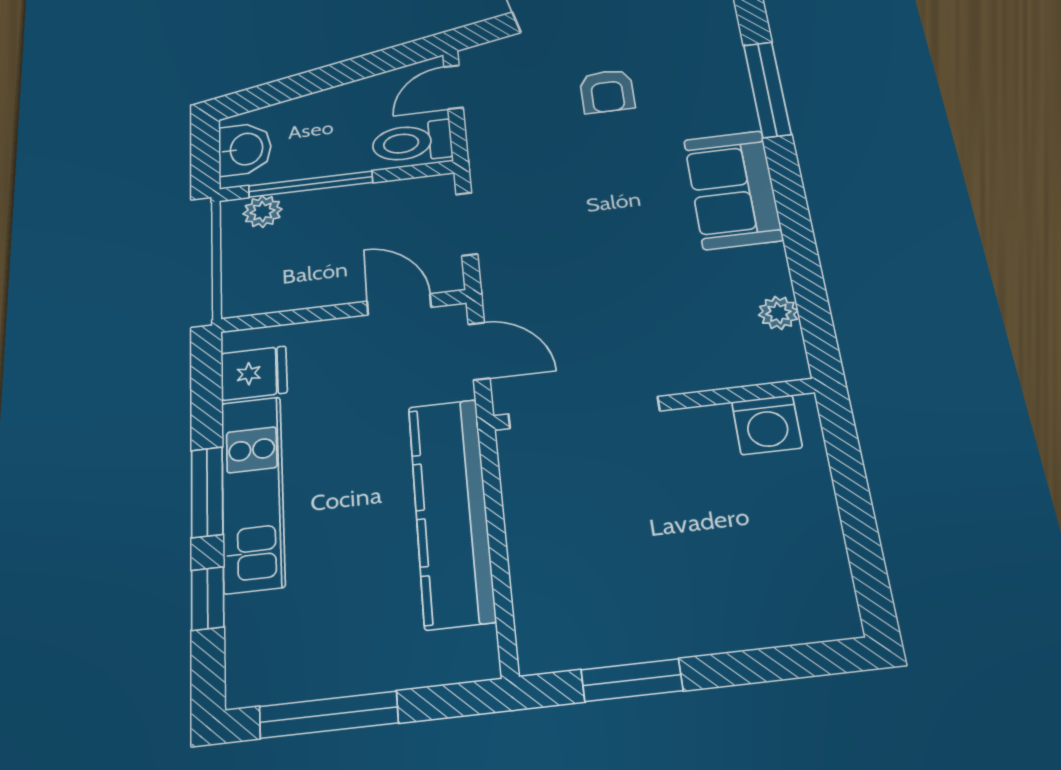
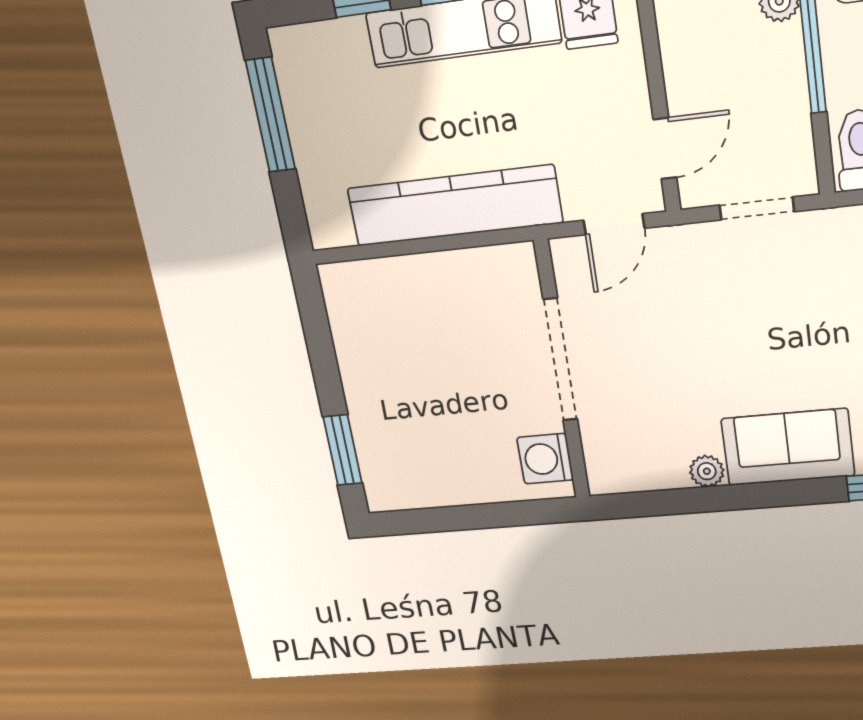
plant: (778, 313) -> (707, 471), moved
doorway: (584, 412) -> (560, 360), moved
window: (632, 680) -> (343, 450), moved

